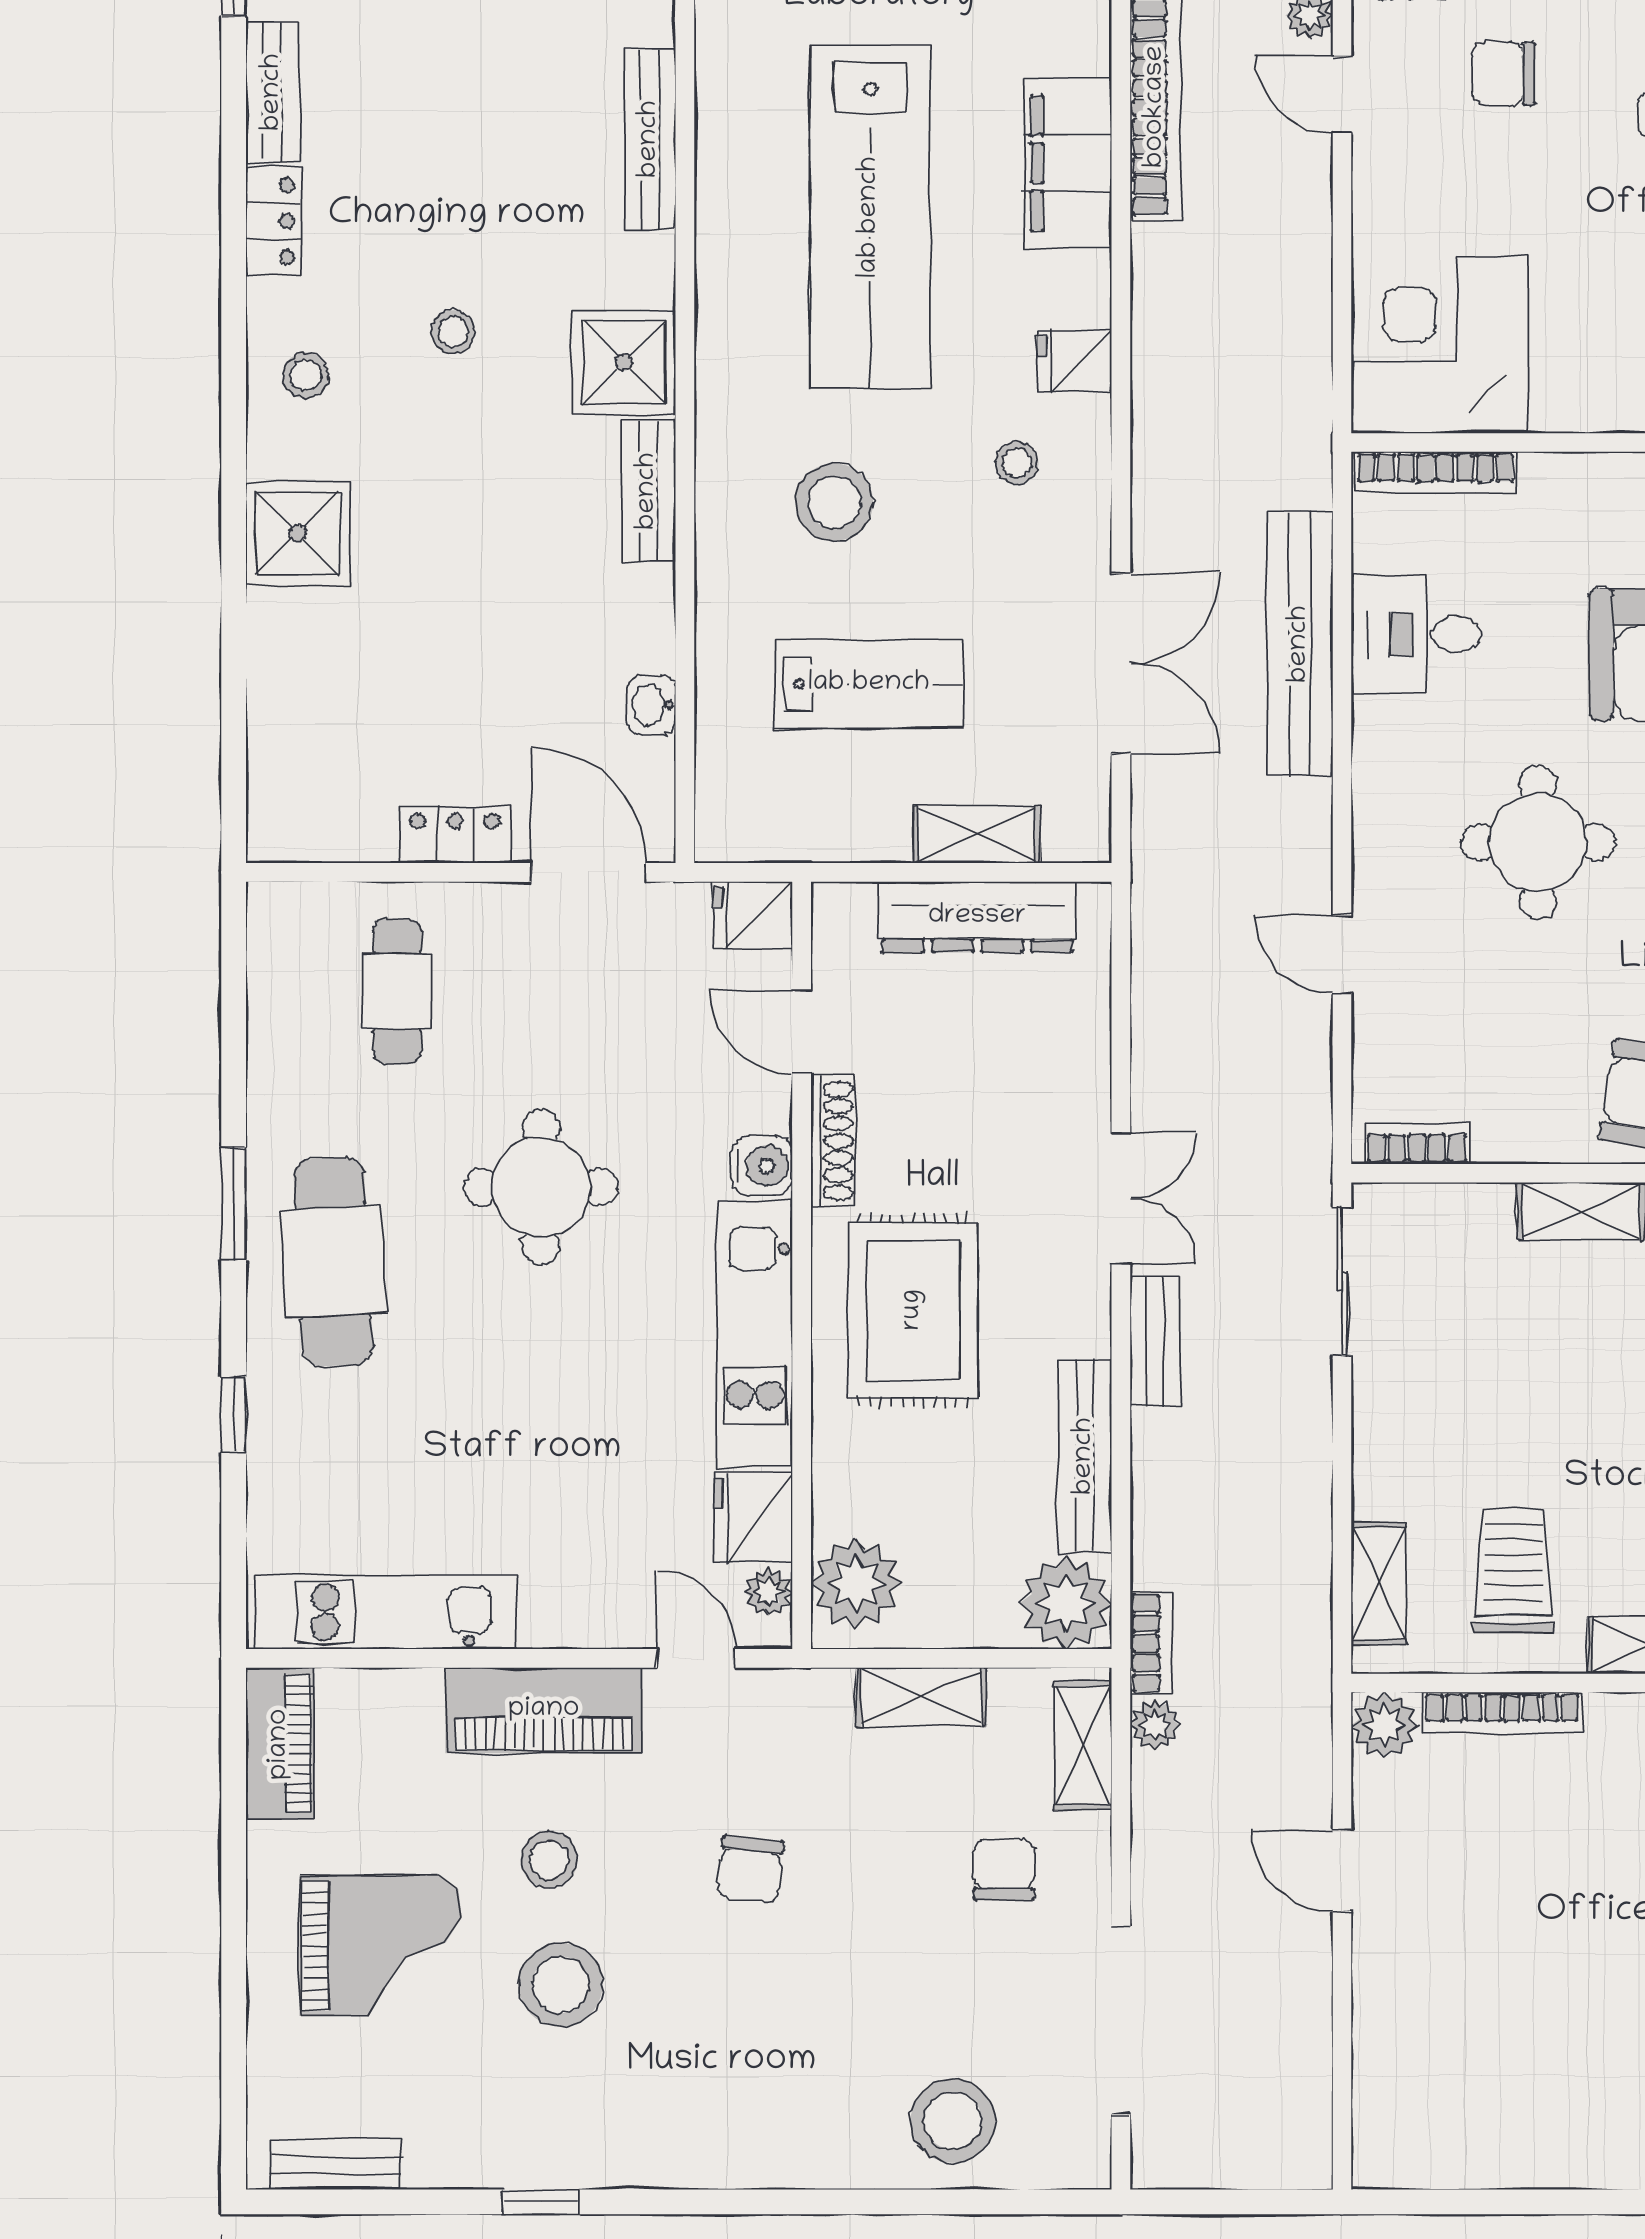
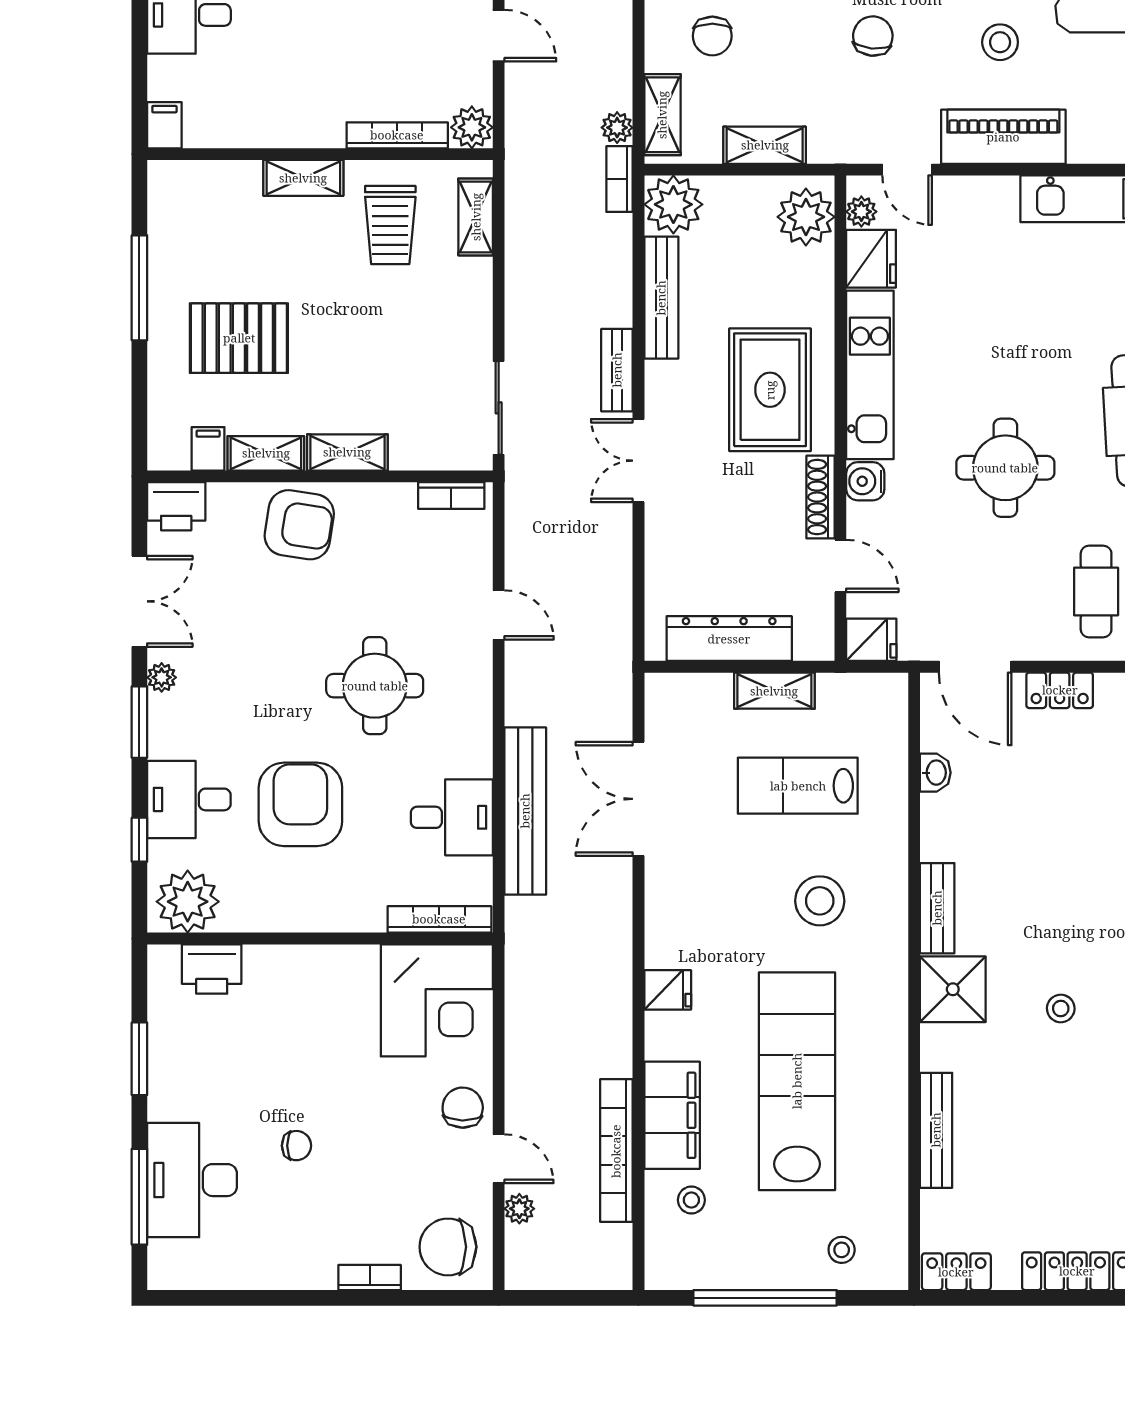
chair: (1504, 74) -> (463, 1108), moved, turned -89
stool: (1017, 463) -> (691, 1200), moved
shelving: (977, 835) -> (774, 691), moved

